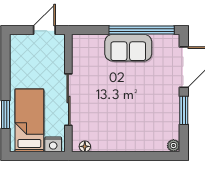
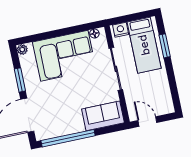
door: (44, 30) -> (147, 121), swing flipped
sofa: (128, 48) -> (103, 116), moved
corner sofa: (126, 128) -> (64, 56), added

